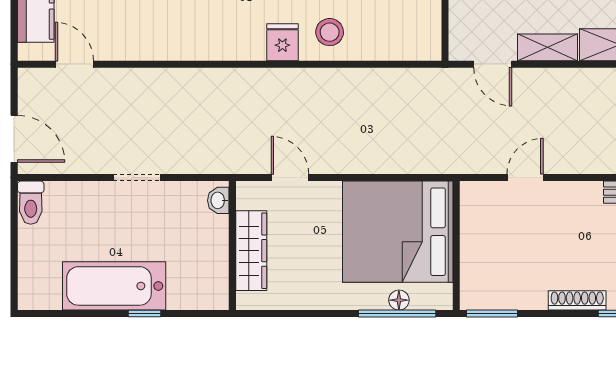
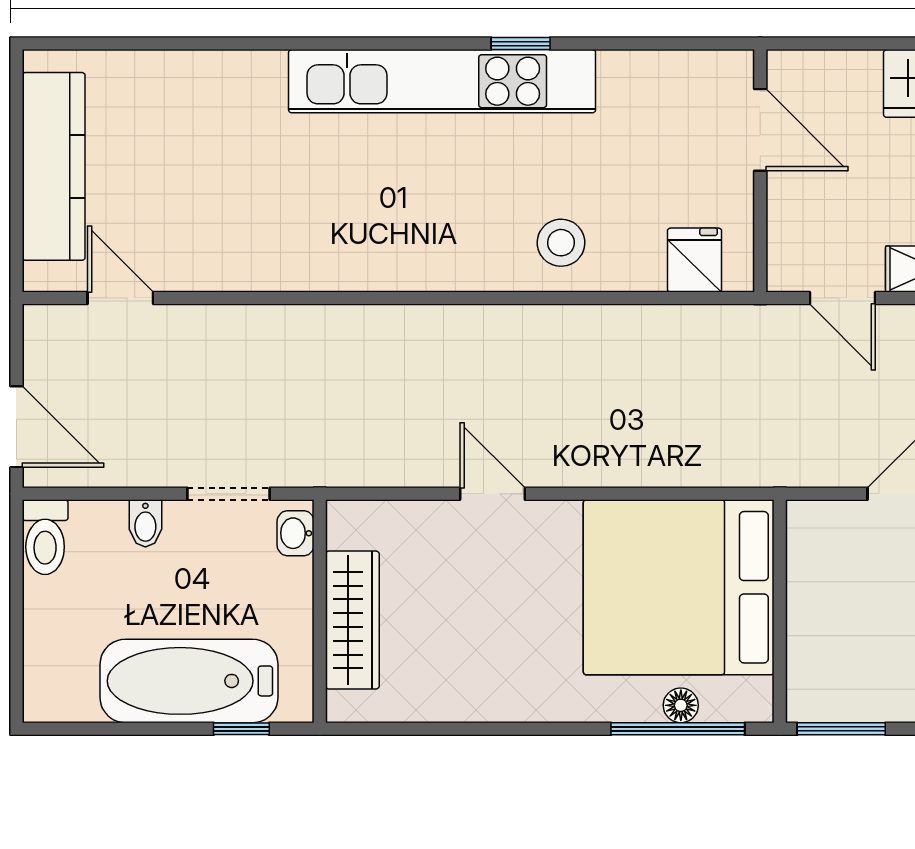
fridge: (282, 42) -> (695, 260), moved
bidet: (89, 195) -> (145, 523), added
washbasin: (218, 200) -> (296, 533), moved
wall: (232, 246) -> (320, 611), moved
wardrobe: (251, 251) -> (352, 620), moved

